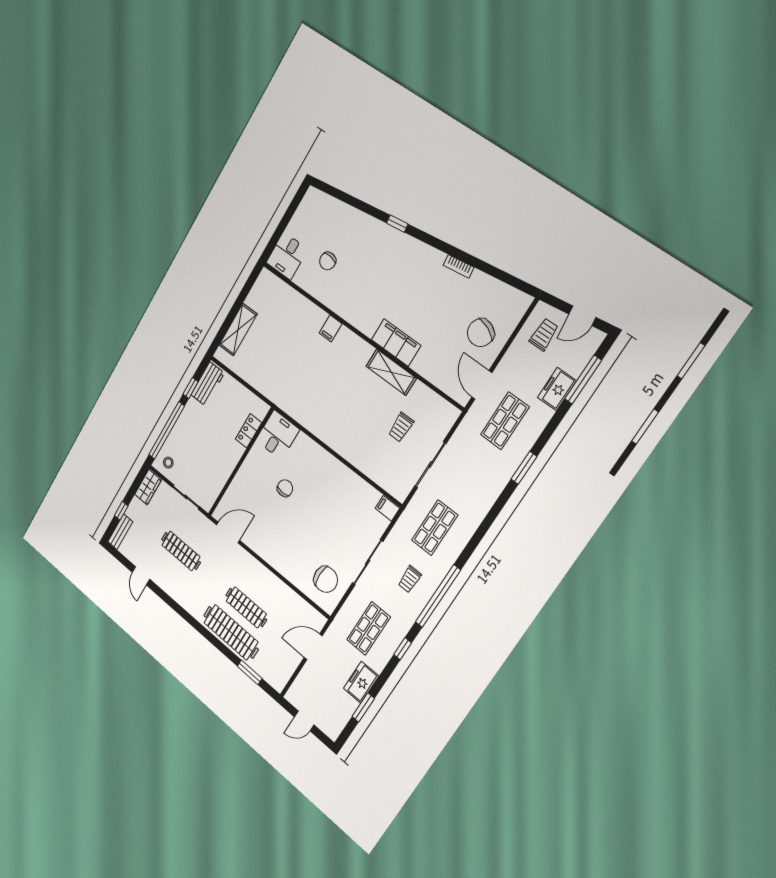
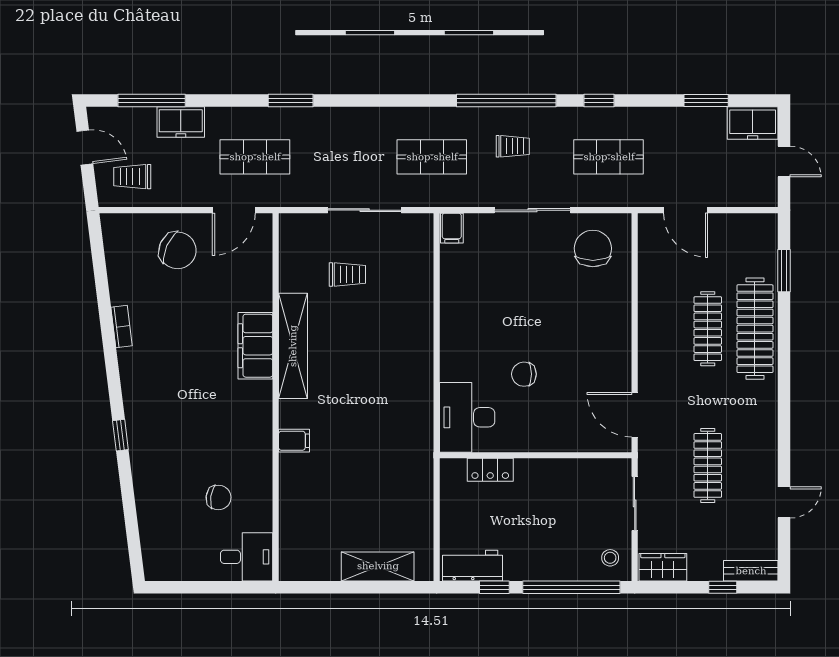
shelving: (391, 372) -> (293, 346), width x1.47
desk: (278, 435) -> (467, 417), width x1.37
freezer: (361, 682) -> (753, 123), moved

